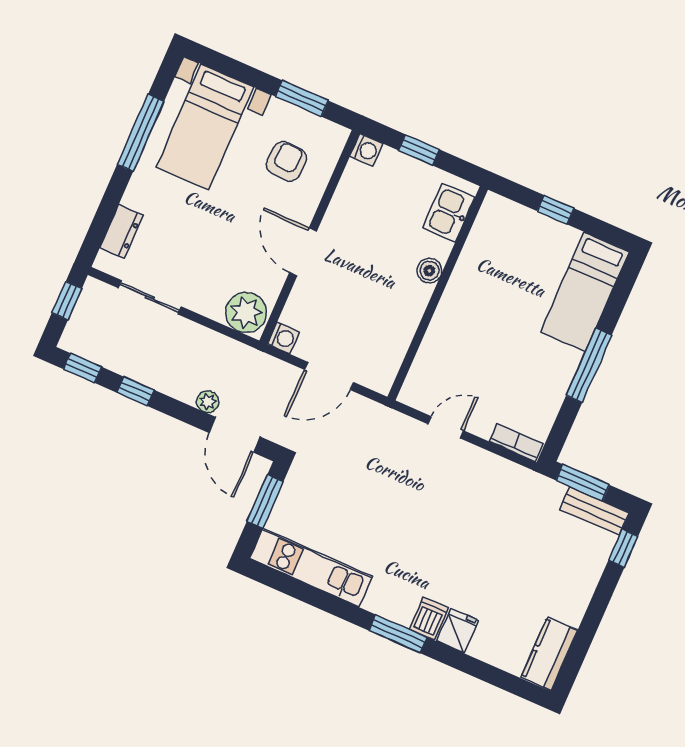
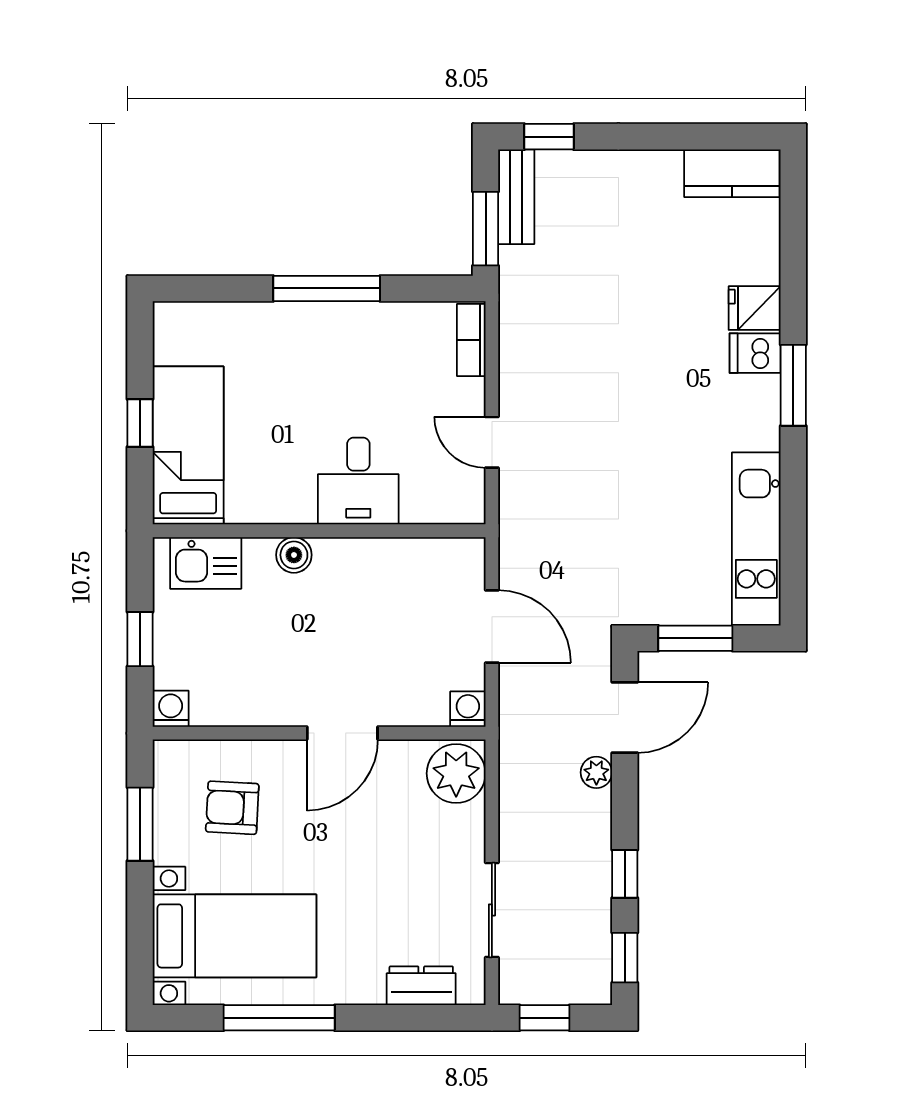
bed: (585, 292) -> (188, 445), moved, turned -90
desk: (458, 332) -> (358, 481), added

